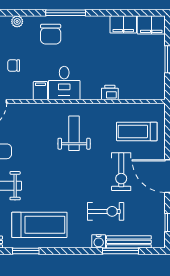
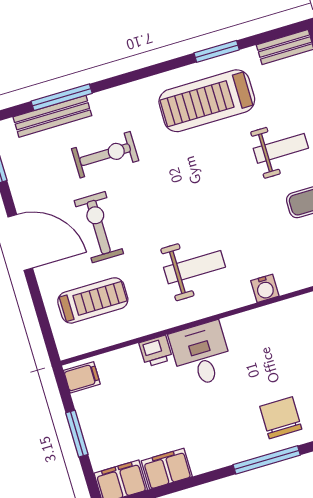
desk: (64, 83) -> (201, 354), moved
filing cabinet: (40, 91) -> (82, 377), moved, turned -90
weight bench: (74, 133) -> (195, 267), turned -90
exercise bike: (106, 211) -> (105, 155), turned 180
water cooler: (99, 241) -> (265, 288), moved, turned 180

